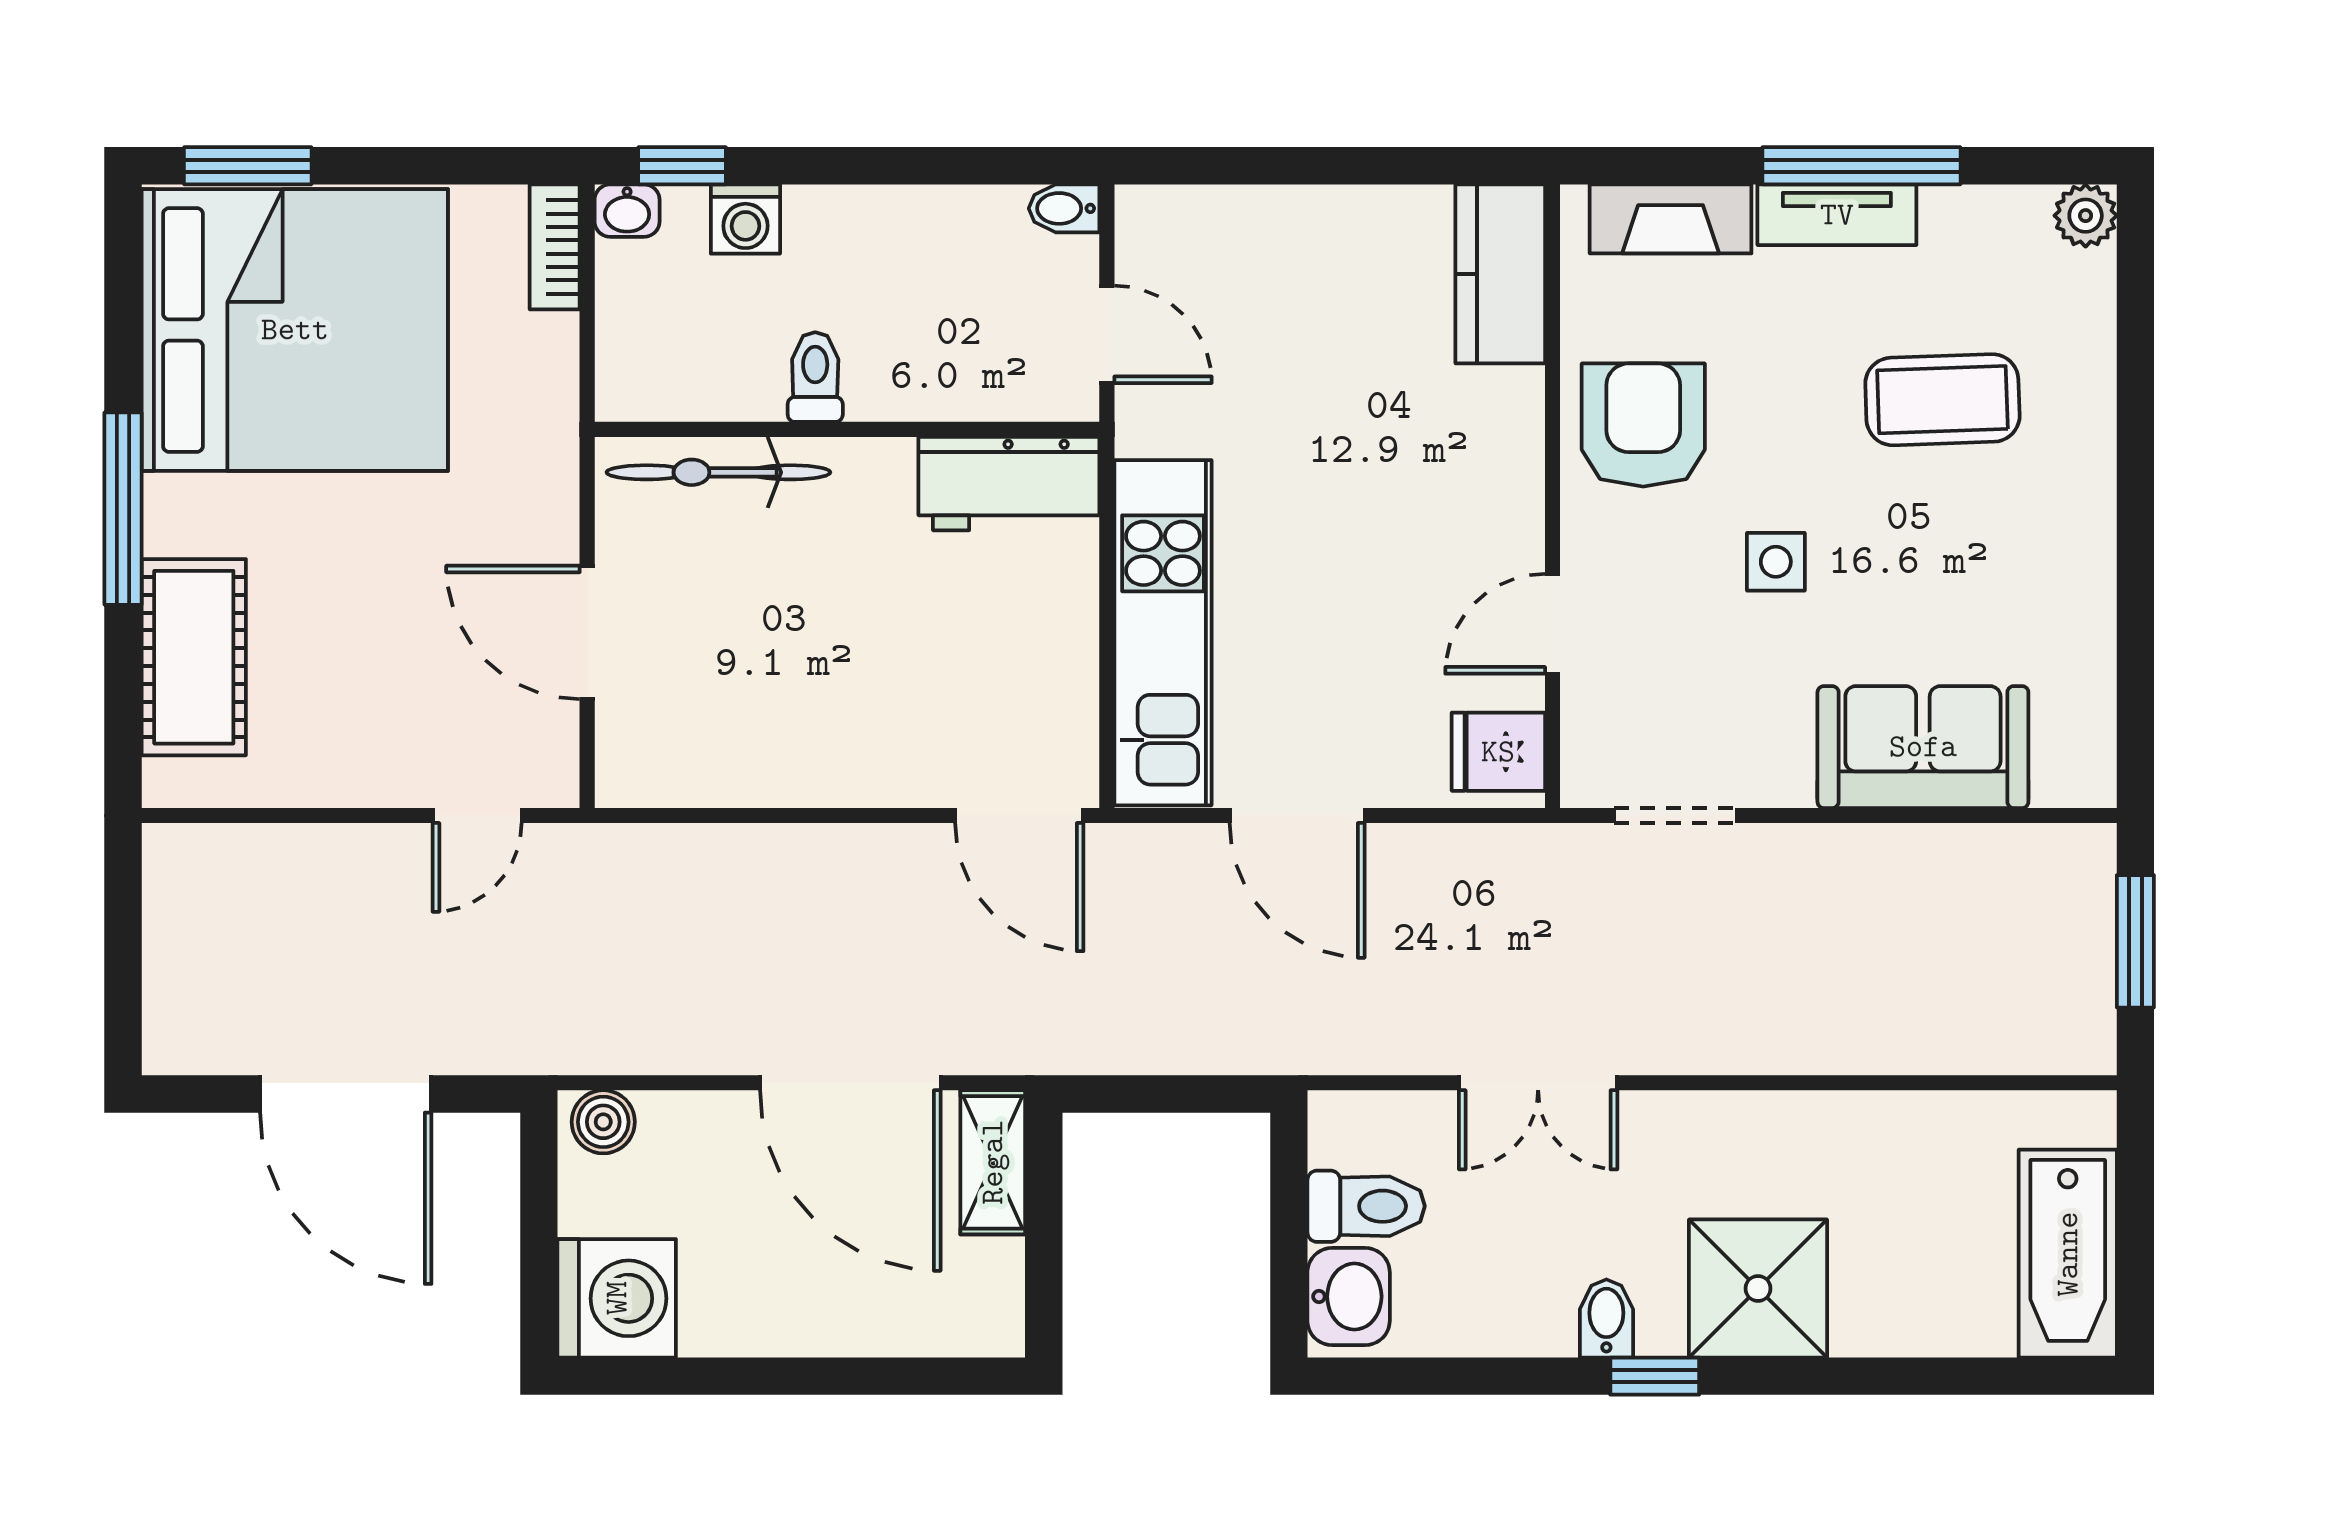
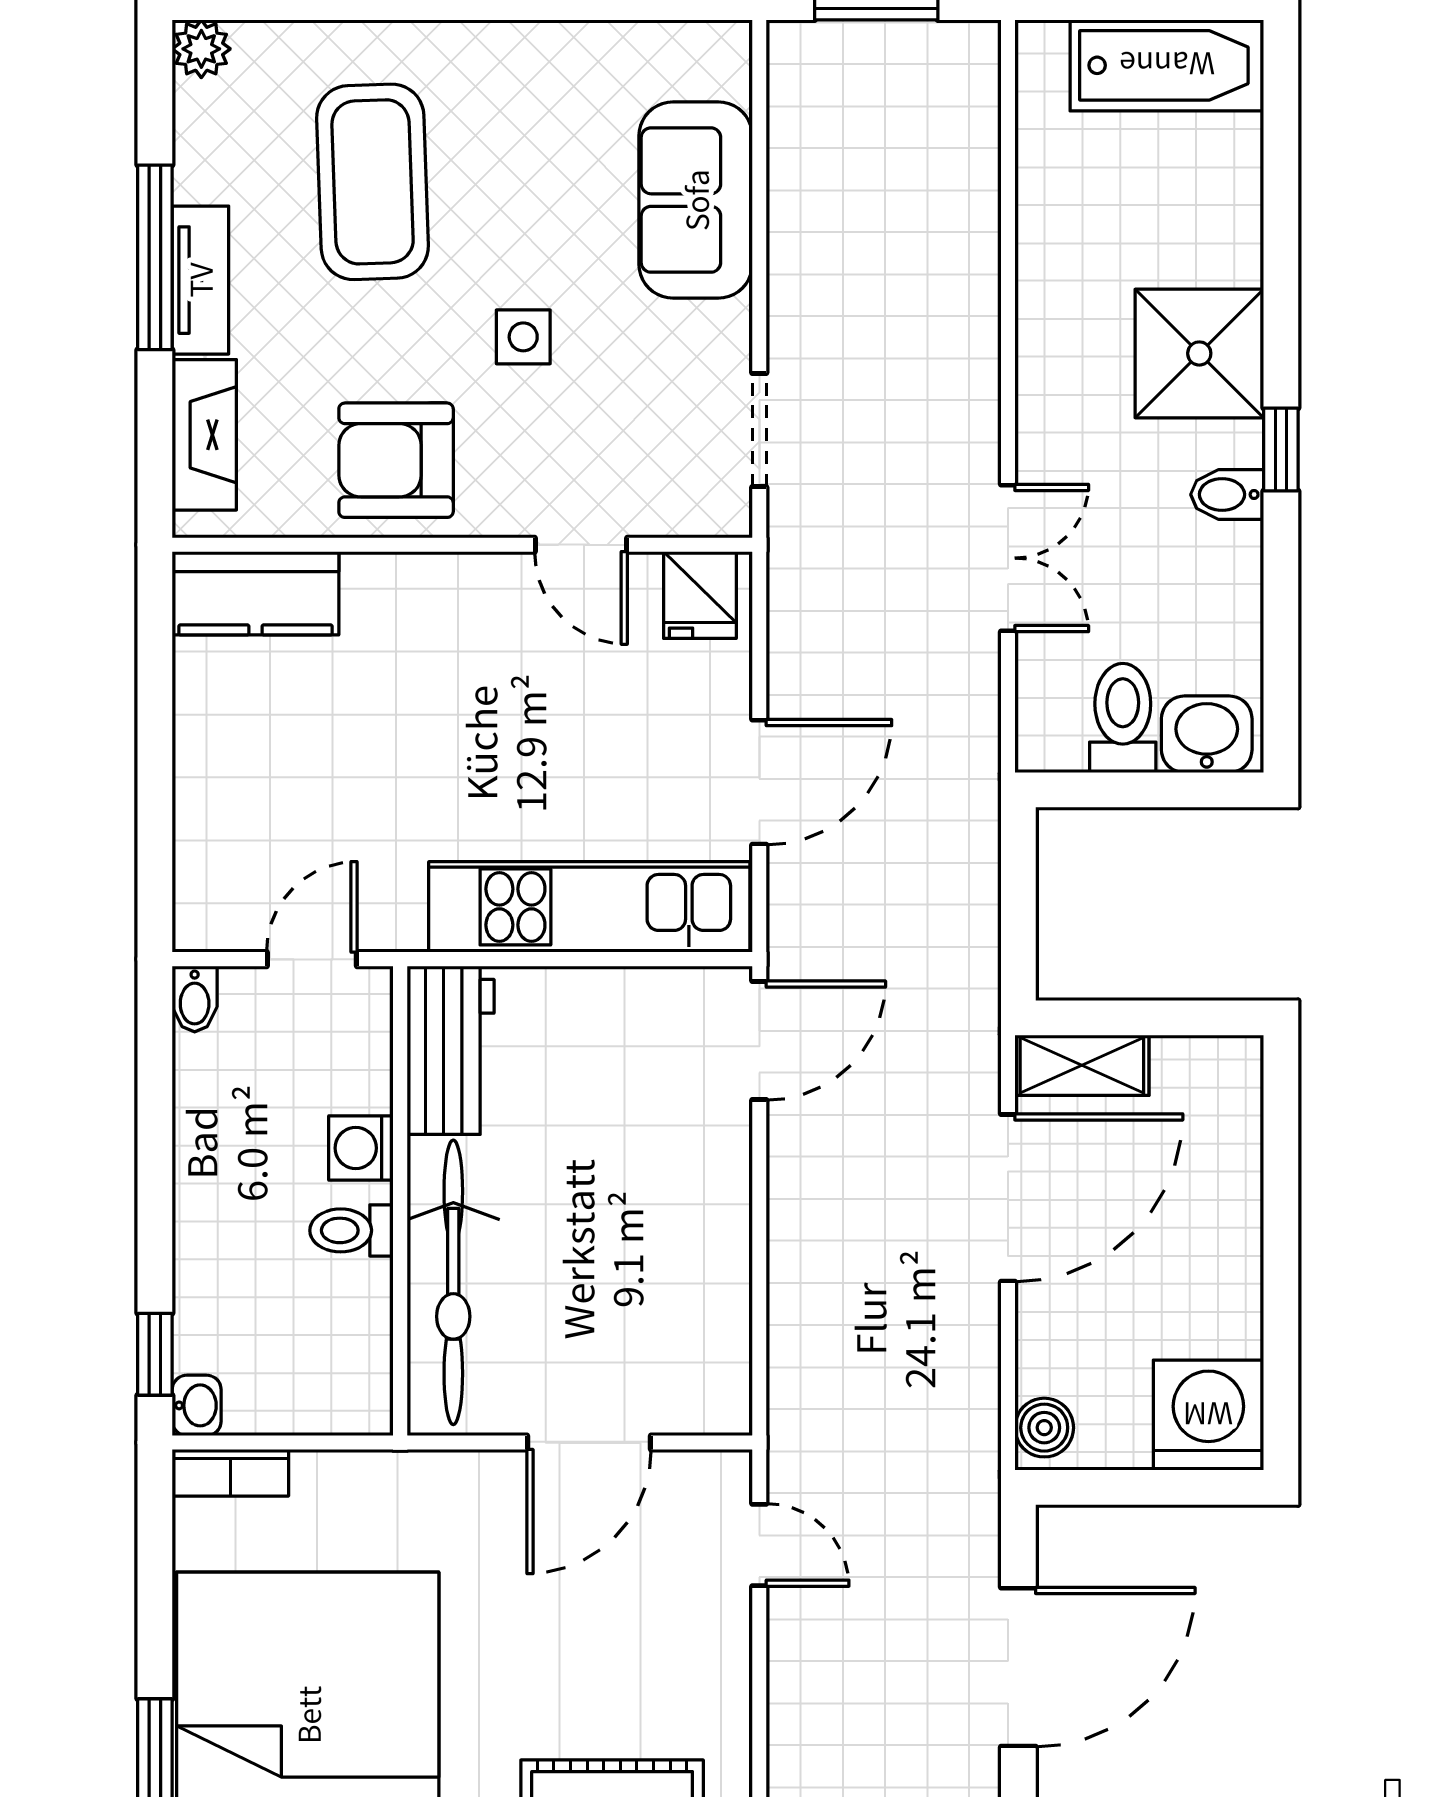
washing machine: (745, 219) -> (361, 1148), moved, turned 180
coffee table: (1942, 400) -> (373, 182), width x1.36, depth x1.32
bicycle: (718, 472) -> (453, 1282), width x1.37, depth x1.40

